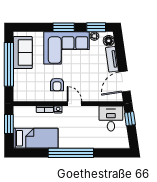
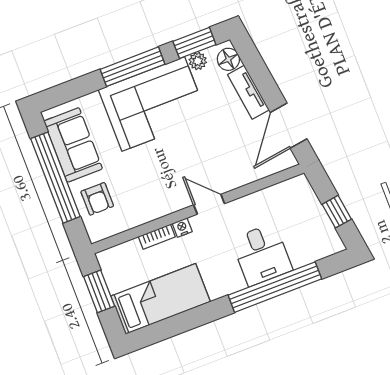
window: (64, 27) -> (133, 67), width x1.44
armchair: (57, 85) -> (97, 199), moved
desk: (111, 118) -> (262, 255), moved, turned 180
window: (130, 119) -> (337, 212), moved
window: (71, 153) -> (275, 287), moved

